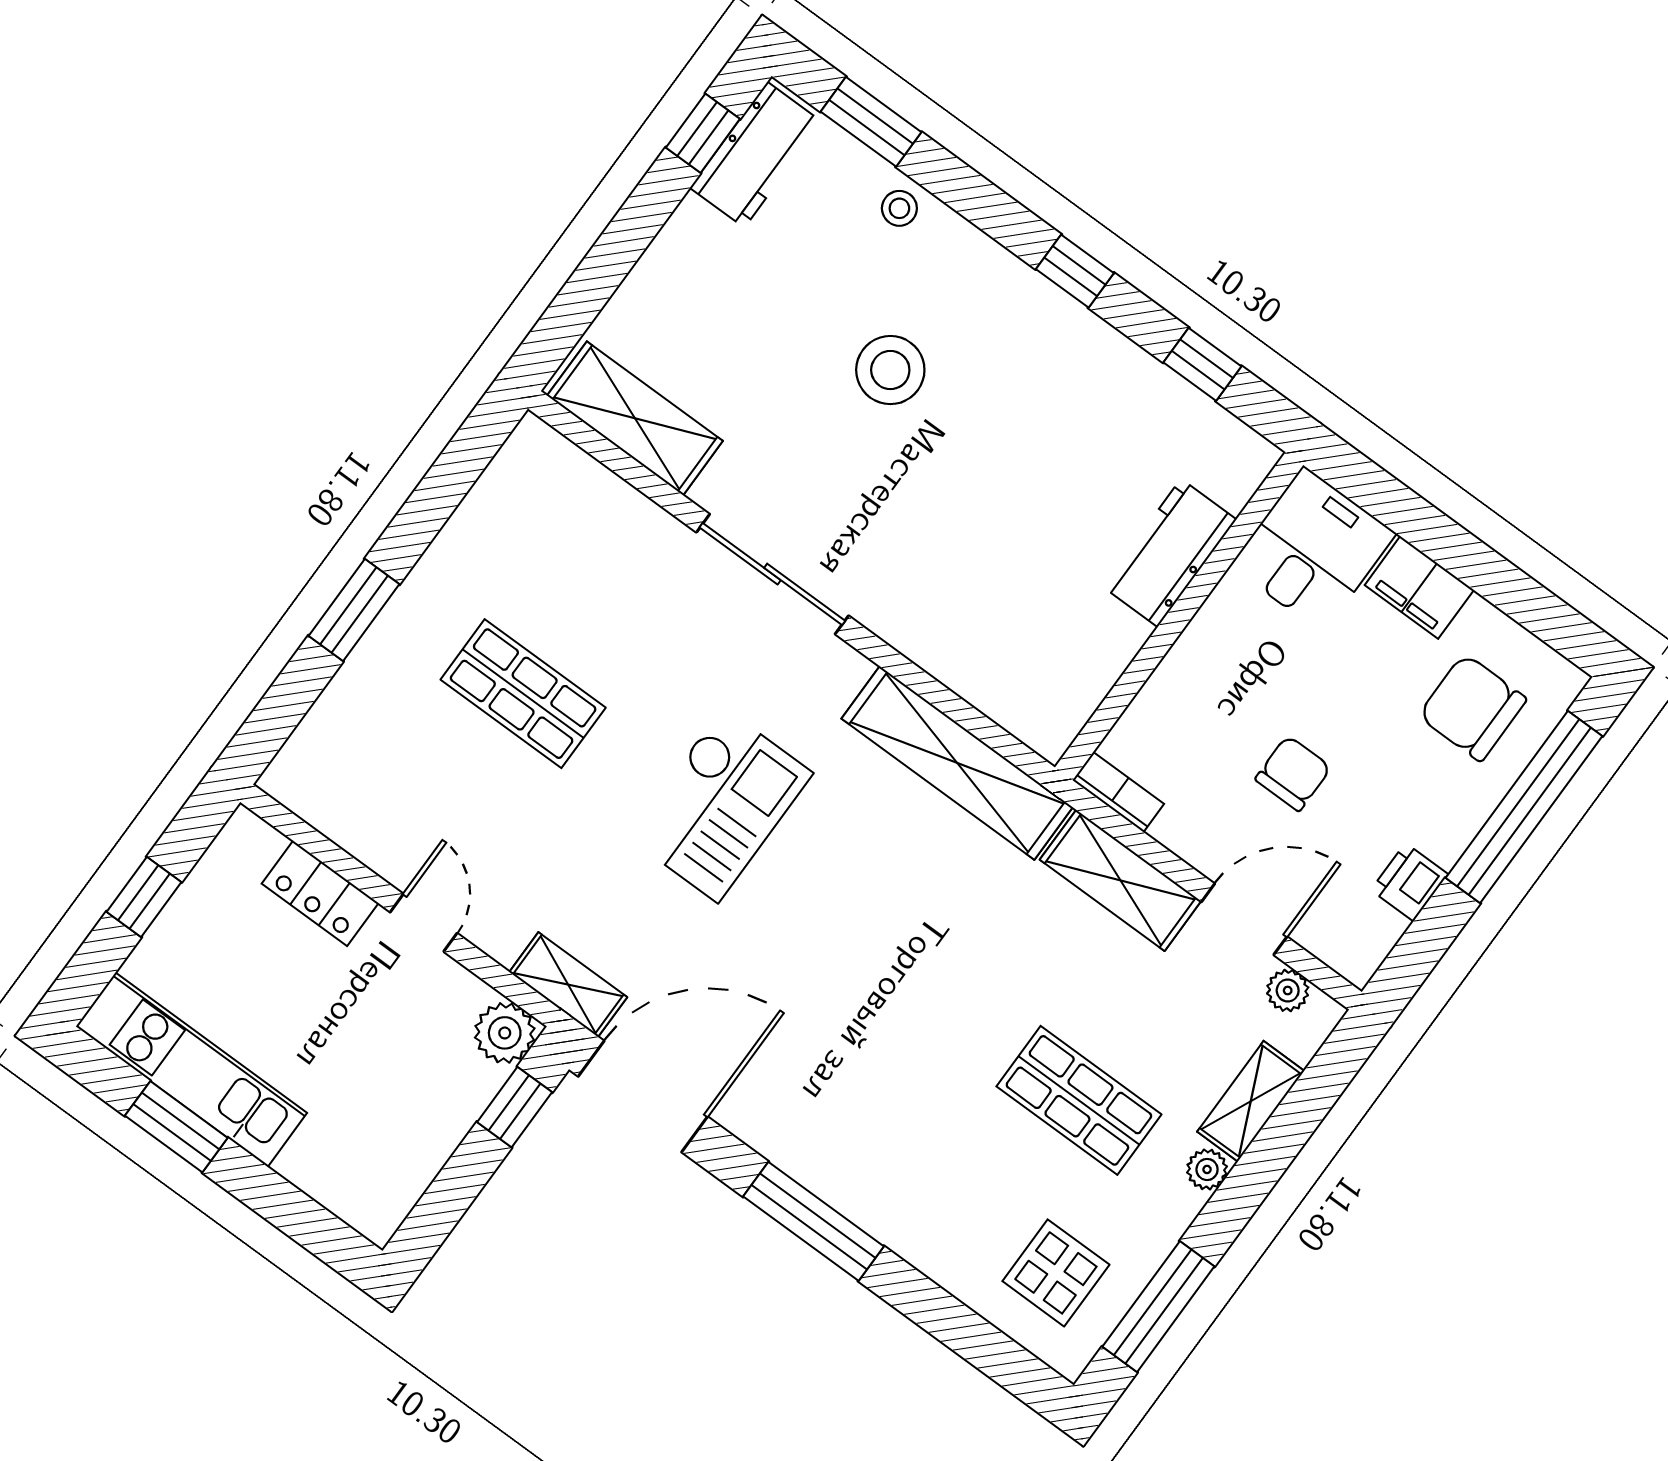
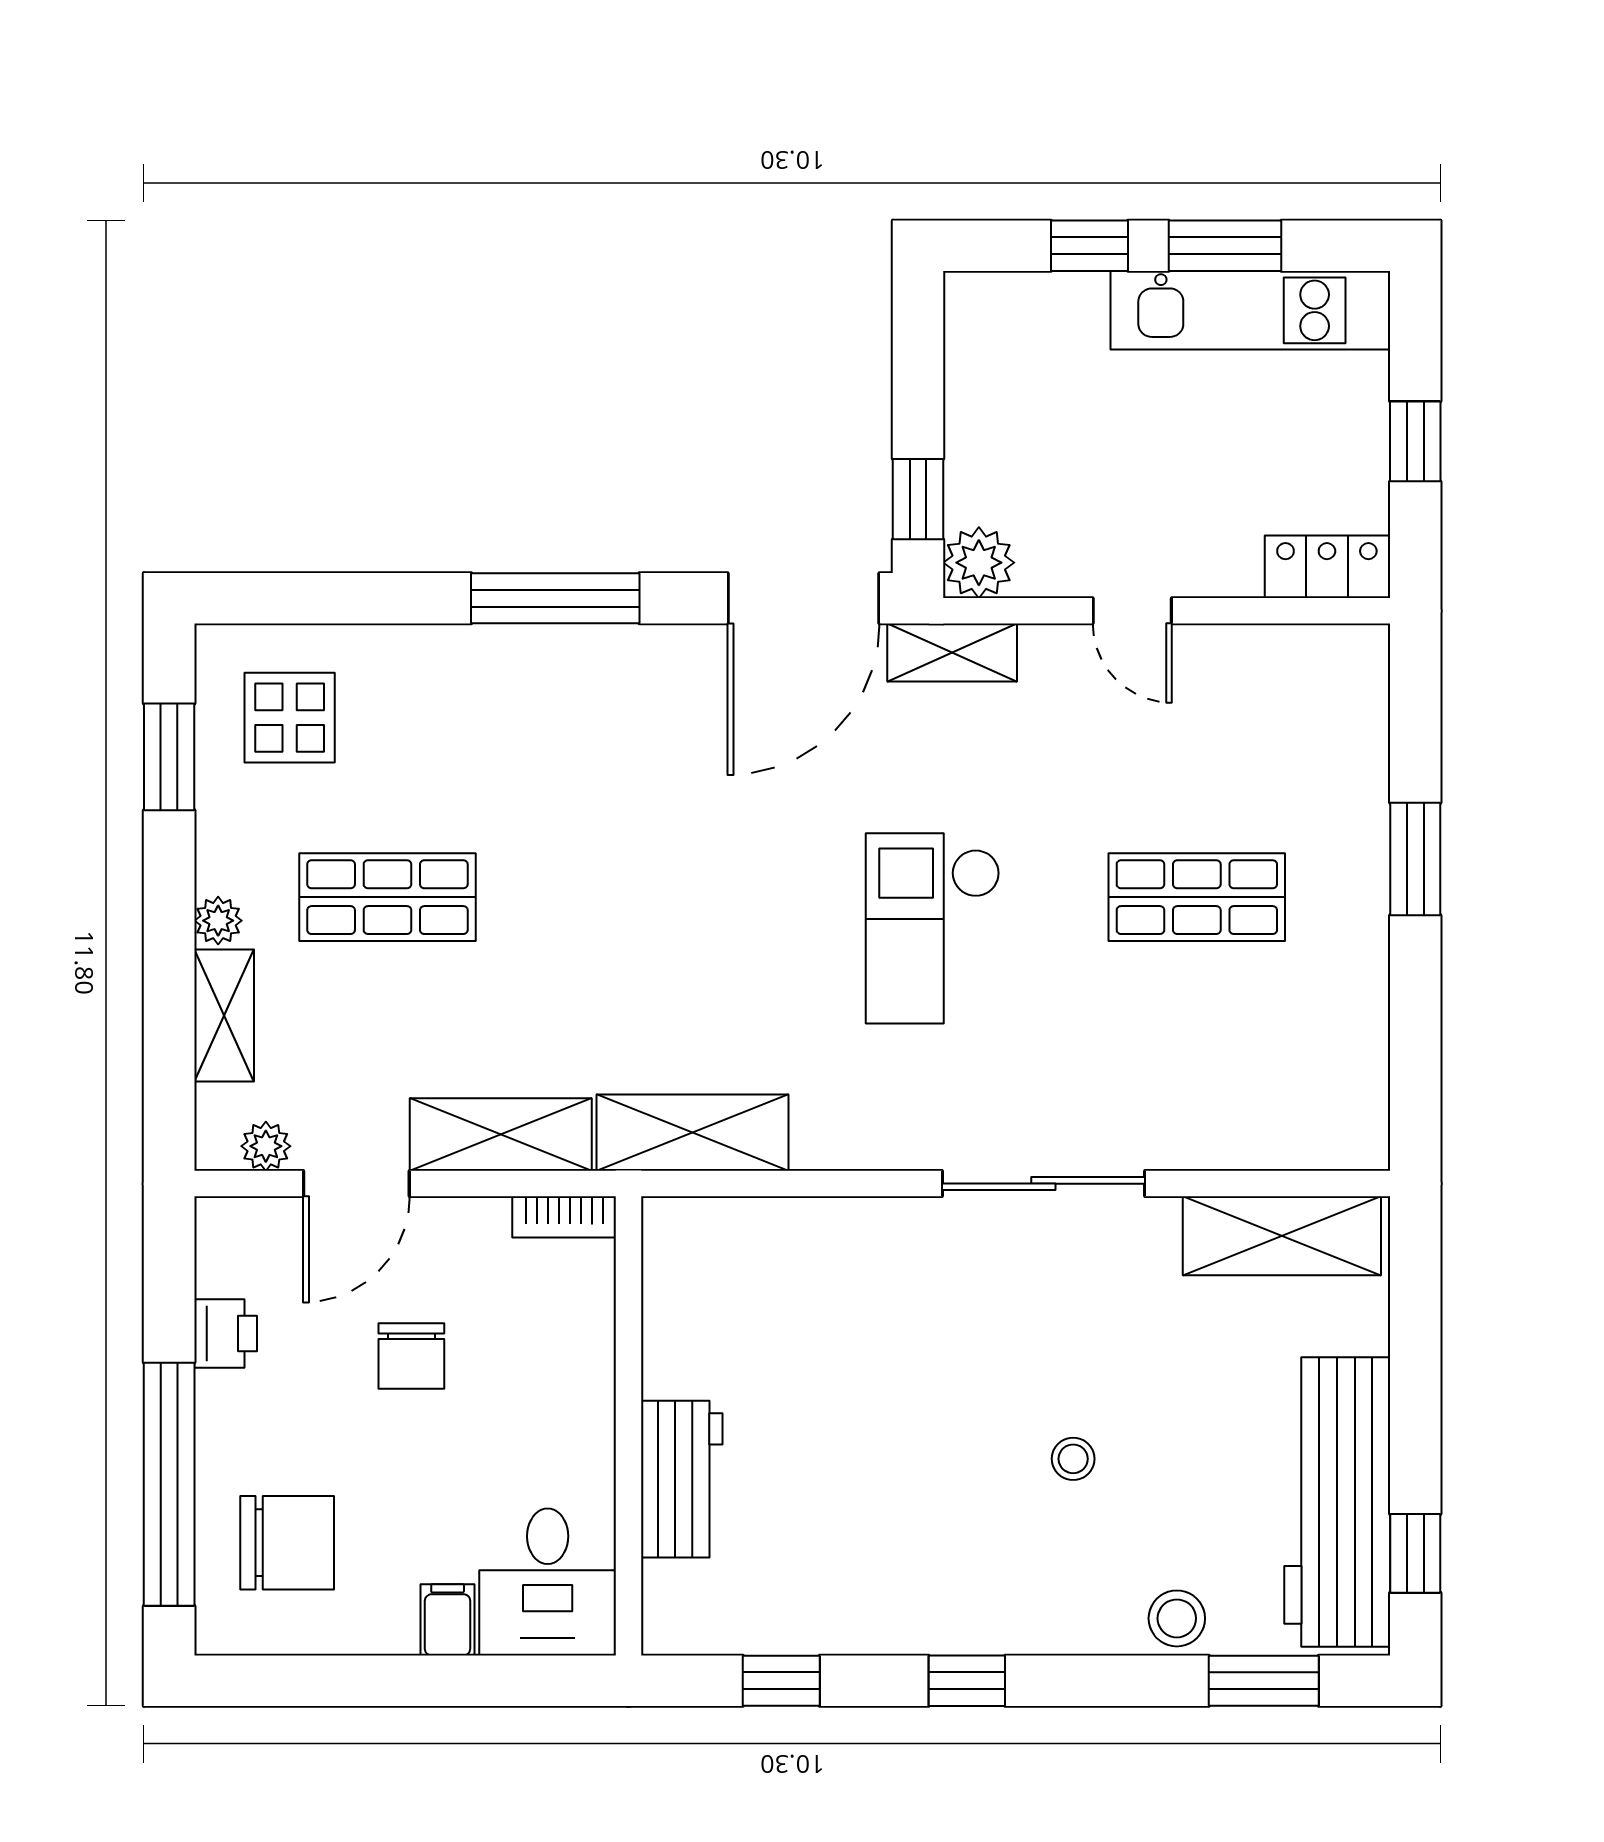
workbench: (756, 155) -> (1337, 1502), width x1.88, depth x1.32
stool: (899, 208) -> (1177, 1618), width x1.37, depth x1.37
stool: (890, 370) -> (1073, 1459), width x0.53, depth x0.53
filing cabinet: (1419, 587) -> (448, 1620), width x0.50
shelving: (957, 763) -> (693, 1133), width x0.68
locker: (320, 893) -> (1327, 567), moved
window: (269, 1195) -> (1089, 246), added
window: (1158, 1307) -> (169, 757), width x0.69

